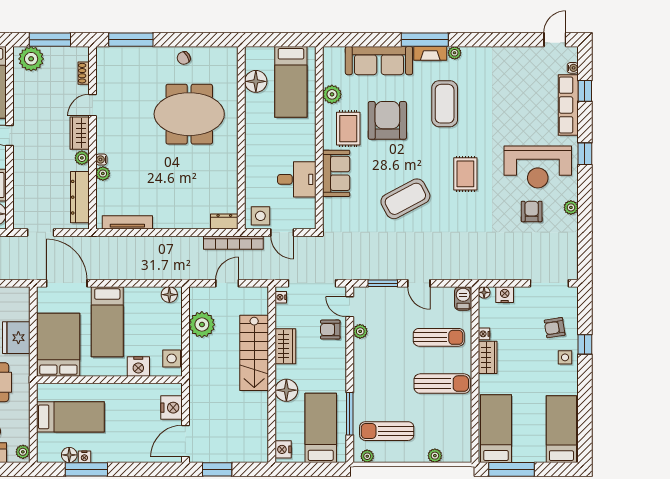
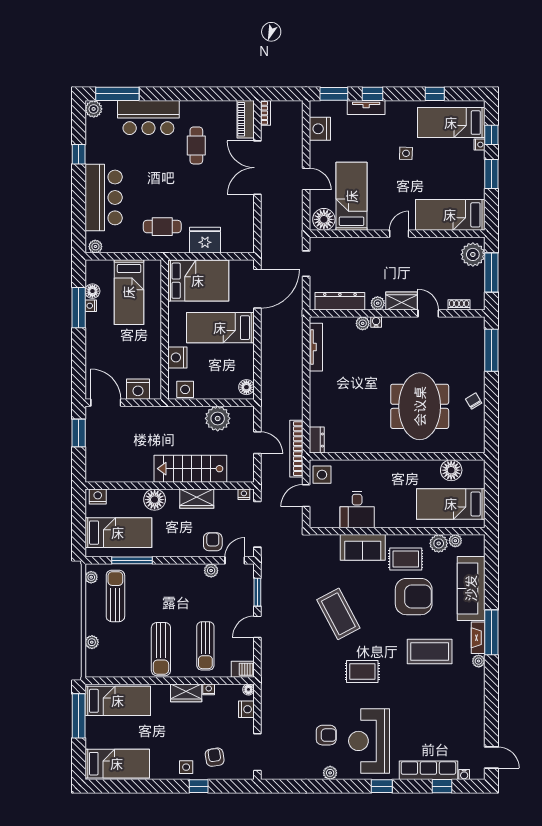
plant: (329, 77) -> (455, 541), added

